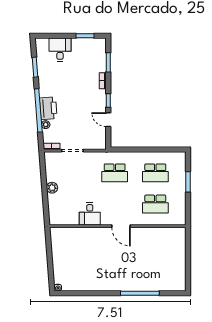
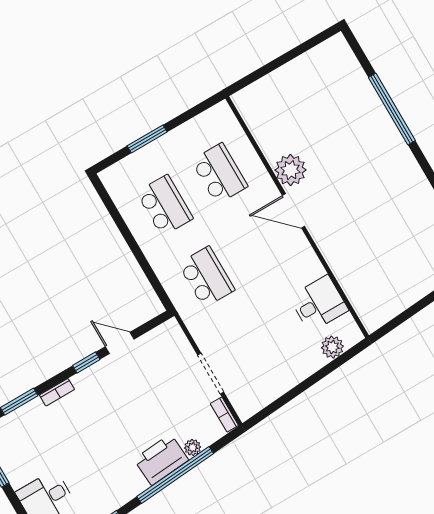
door: (108, 120) -> (120, 343), swing flipped
plant: (52, 188) -> (332, 347), moved
desk: (90, 214) -> (319, 304), moved
door: (121, 226) -> (294, 211), swing flipped
plant: (139, 235) -> (290, 170), added

